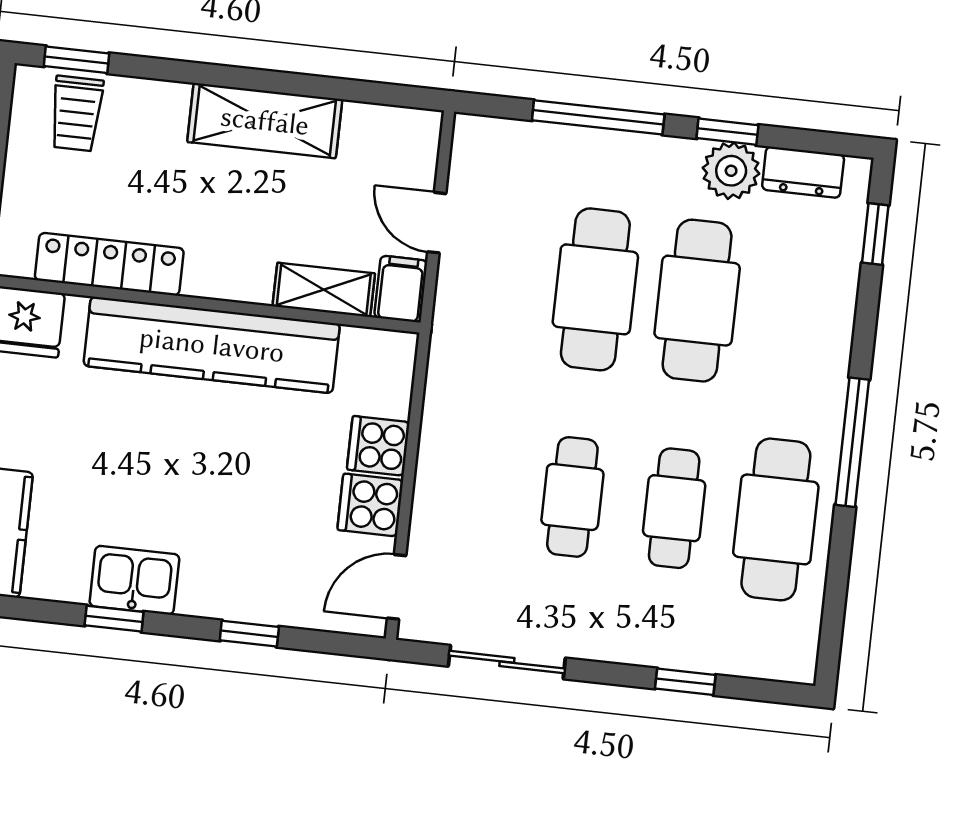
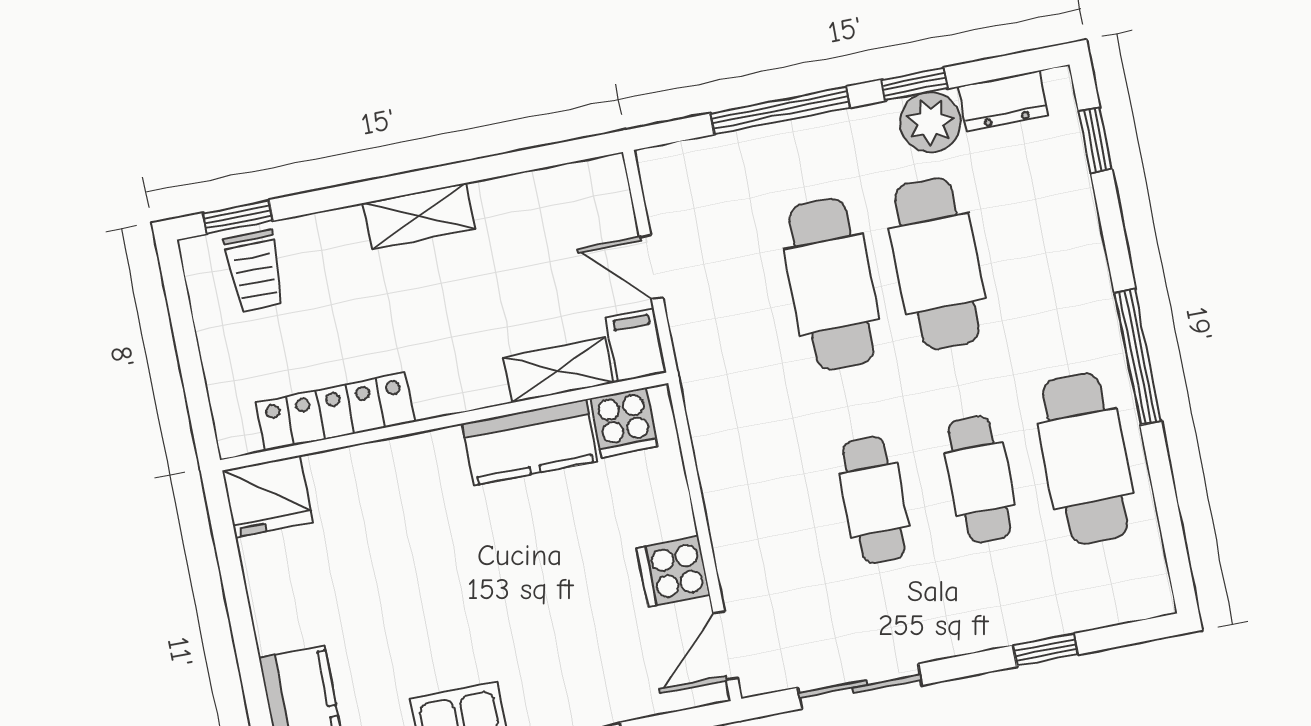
shelving: (265, 121) -> (419, 216), width x0.67, depth x0.75
kitchen counter: (212, 345) -> (530, 442), width x0.48, depth x0.86
cooker: (378, 446) -> (624, 422), moved, turned -90

